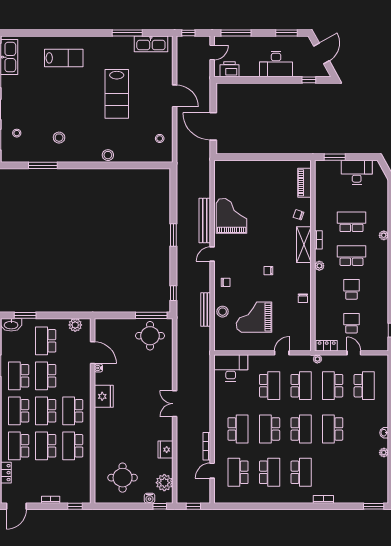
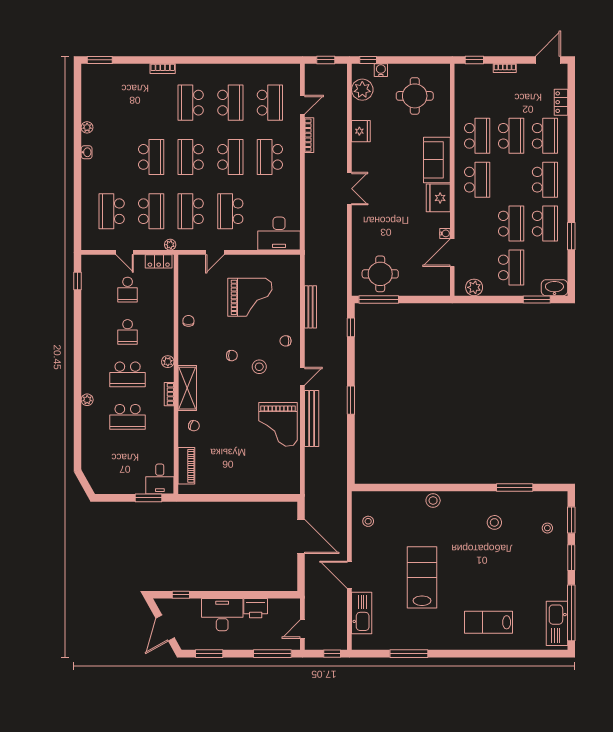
kitchen sink: (151, 44) -> (362, 613), moved, turned 90
printer: (230, 69) -> (256, 608), moved
desk: (357, 172) -> (160, 479), moved, width x0.73
stool: (223, 312) -> (259, 367), moved
door: (93, 353) -> (452, 253), hinge flipped
school desk: (46, 411) -> (511, 180), removed
sofa: (105, 427) -> (437, 160), added
school desk: (270, 472) -> (230, 103), turned 180

